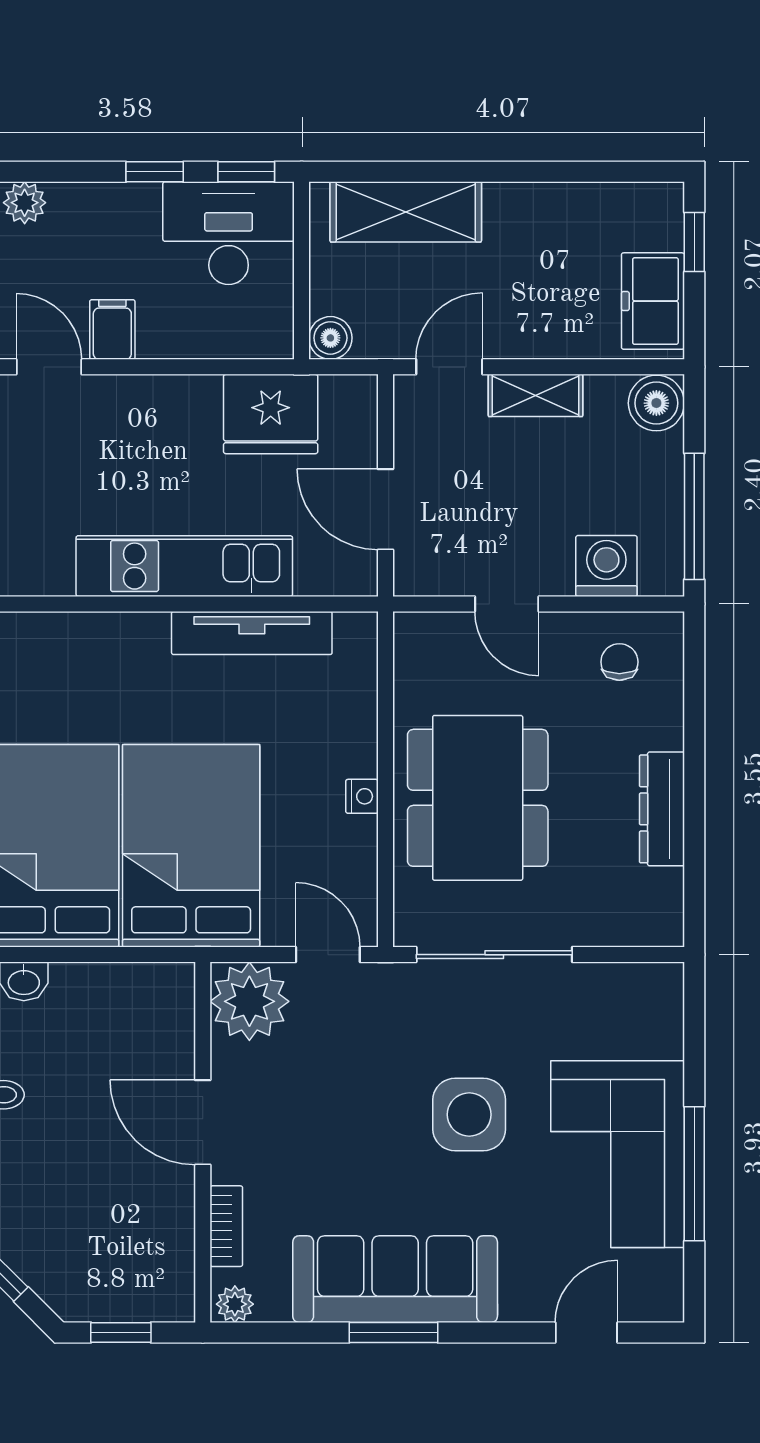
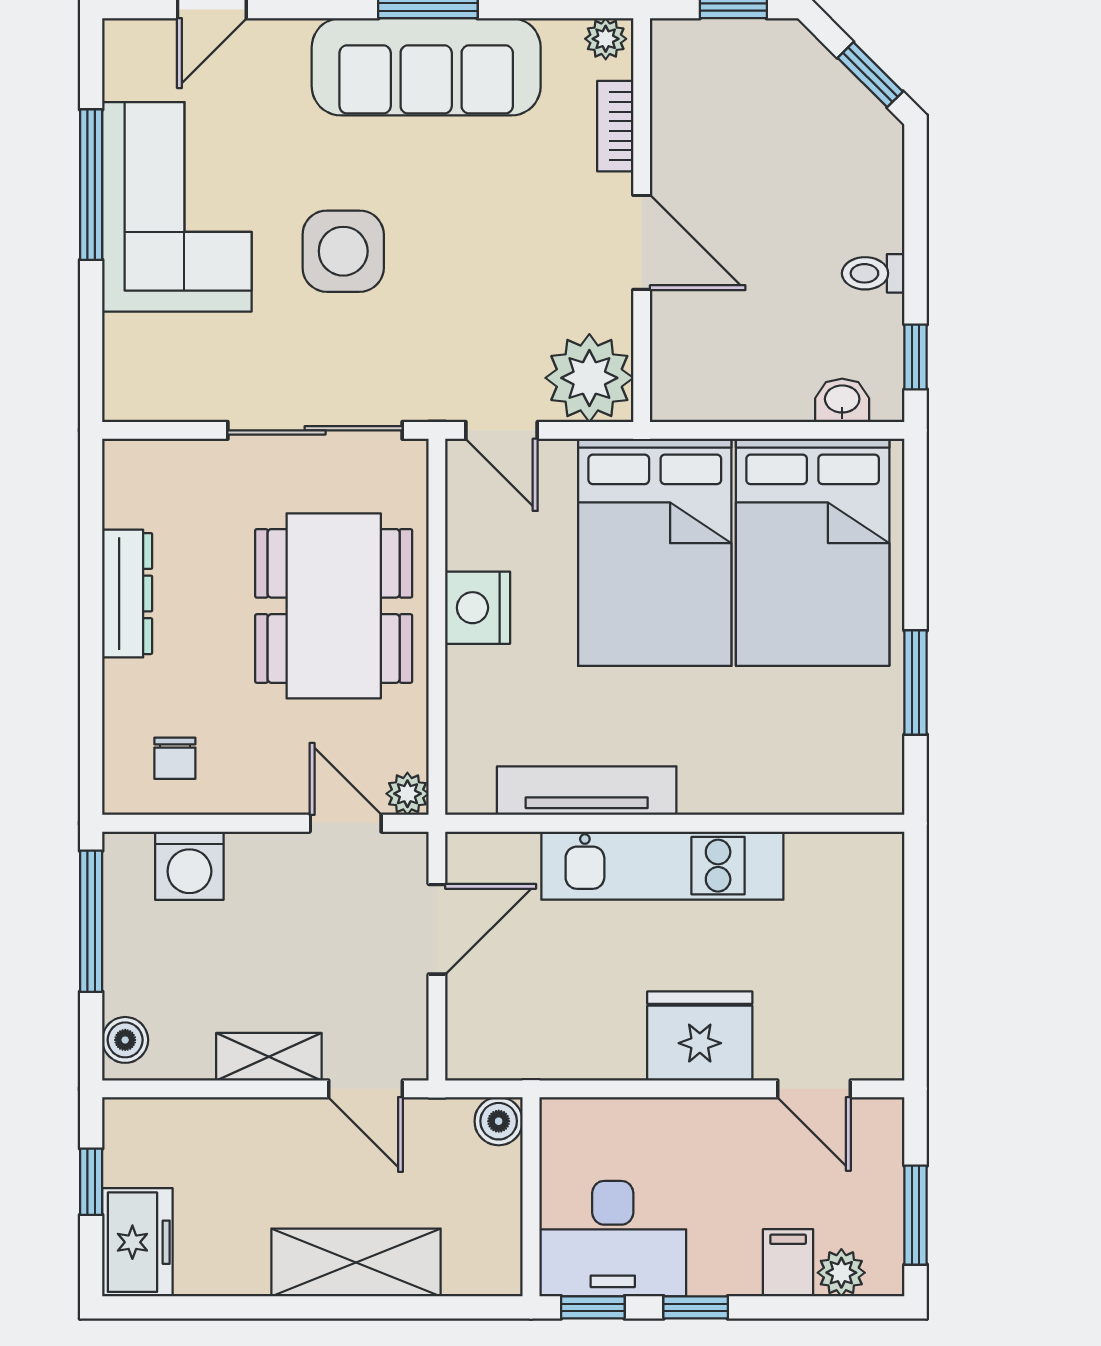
shelving: (406, 212) -> (356, 1262), moved
window: (694, 242) -> (91, 1182), moved
freezer: (653, 301) -> (137, 1242), moved
filing cabinet: (112, 329) -> (788, 1263), moved, turned 180
door: (449, 367) -> (366, 1089), hinge flipped
boiler: (656, 403) -> (125, 1040), width x0.73, depth x0.73
fridge: (271, 414) -> (700, 1036), moved
door: (385, 509) -> (437, 929), hinge flipped
door: (507, 604) -> (346, 823), moved
plant: (412, 630) -> (407, 794), added
nightstand: (362, 796) -> (478, 608), width x1.89, depth x1.79

